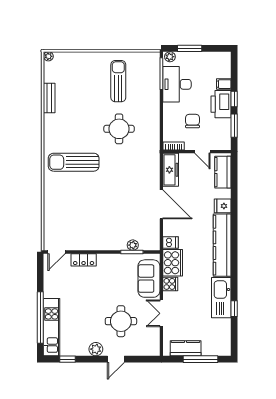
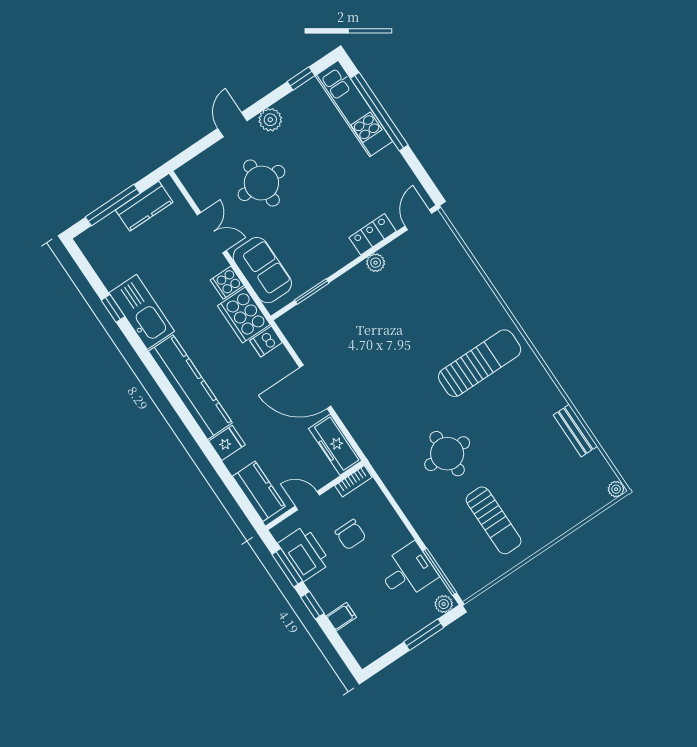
desk: (177, 84) -> (407, 572), width x0.73
printer: (221, 104) -> (304, 553), moved
plant: (133, 245) -> (376, 263), moved

